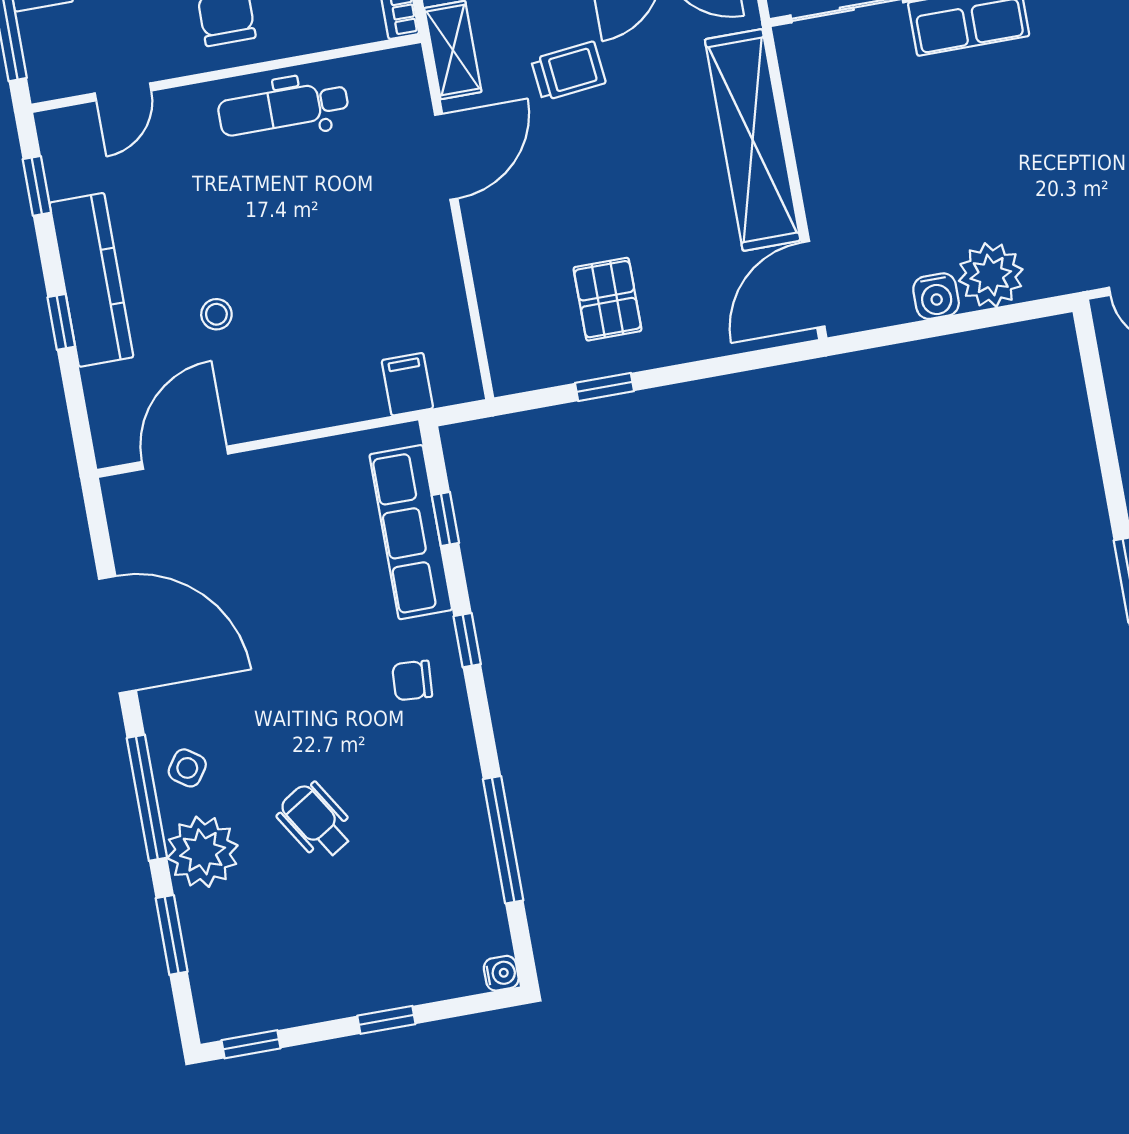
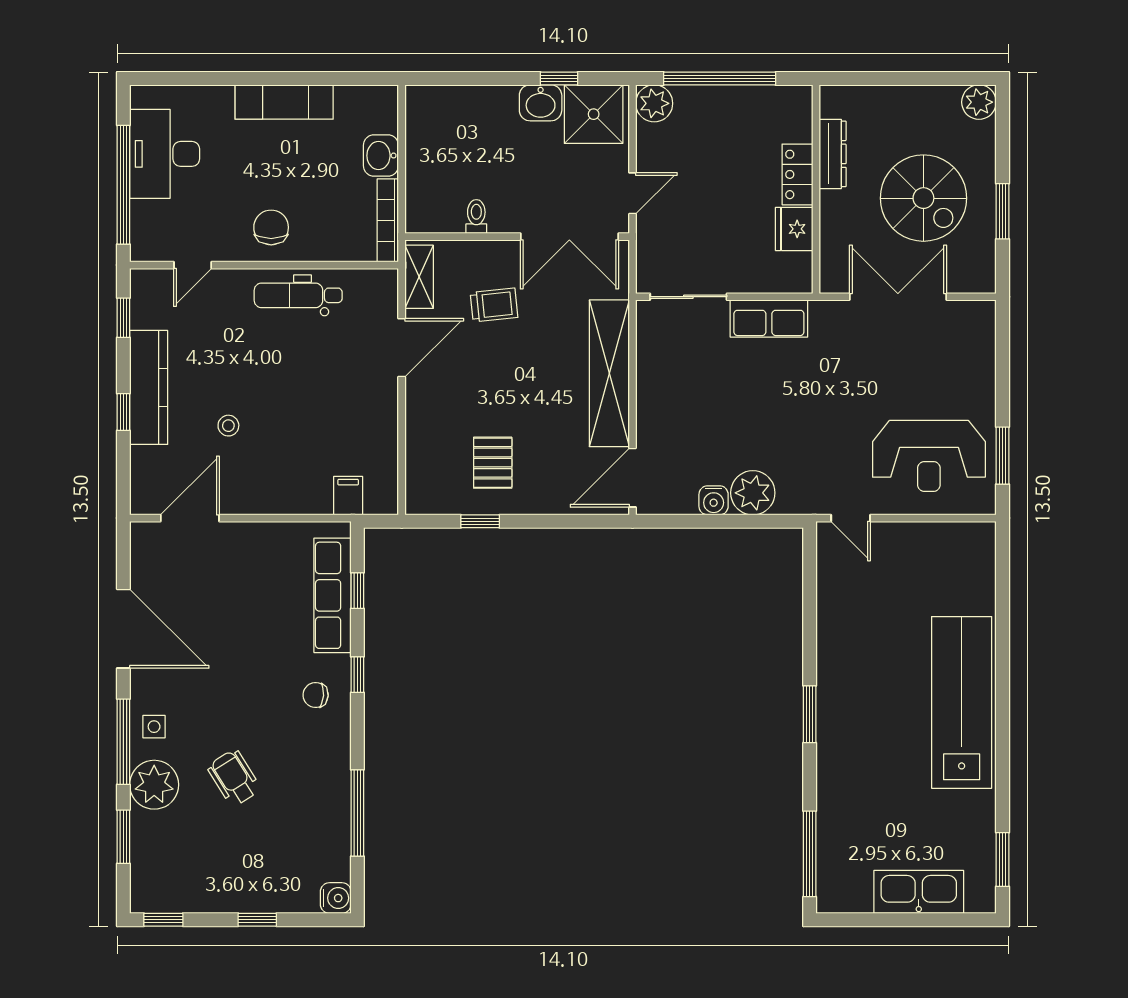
side table: (187, 768) -> (154, 727), turned -35
water cooler: (501, 973) -> (336, 898), width x1.38, depth x1.38

